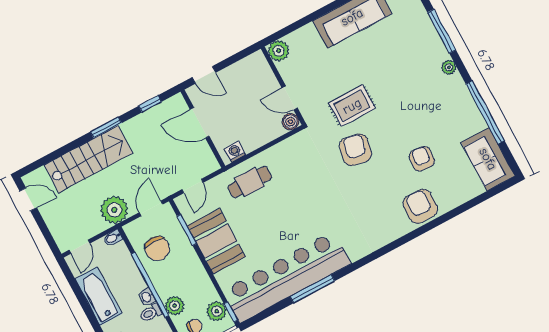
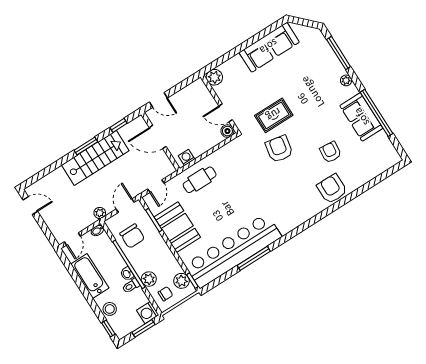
stairs: (88, 159) -> (95, 158), moved
sofa: (488, 159) -> (361, 117), moved
plant: (114, 210) -> (100, 213), width x0.53, depth x0.53

